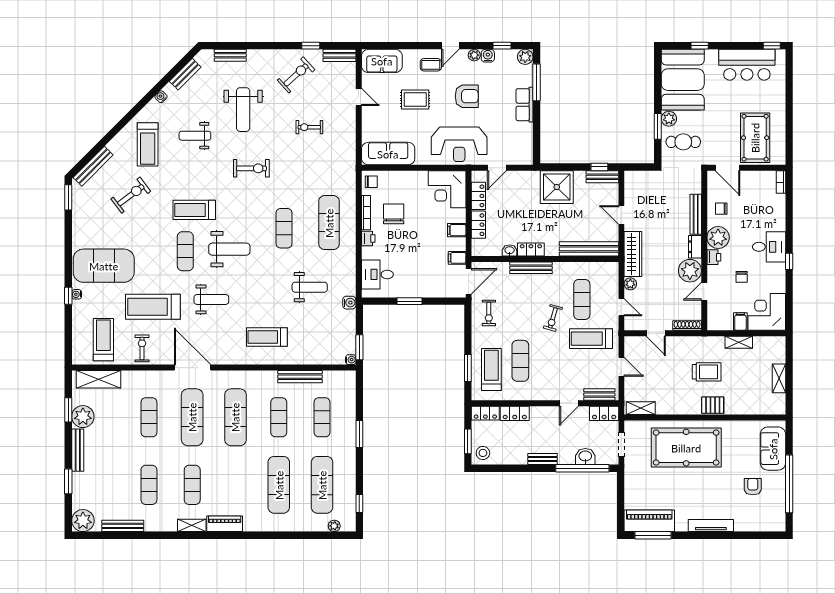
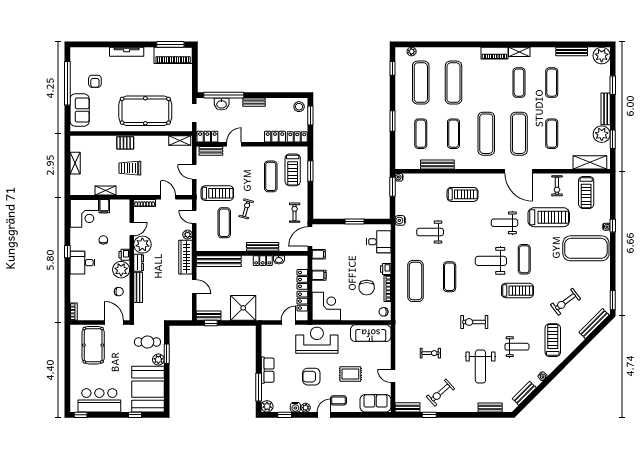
weight bench: (243, 110) -> (480, 366), turned 180

